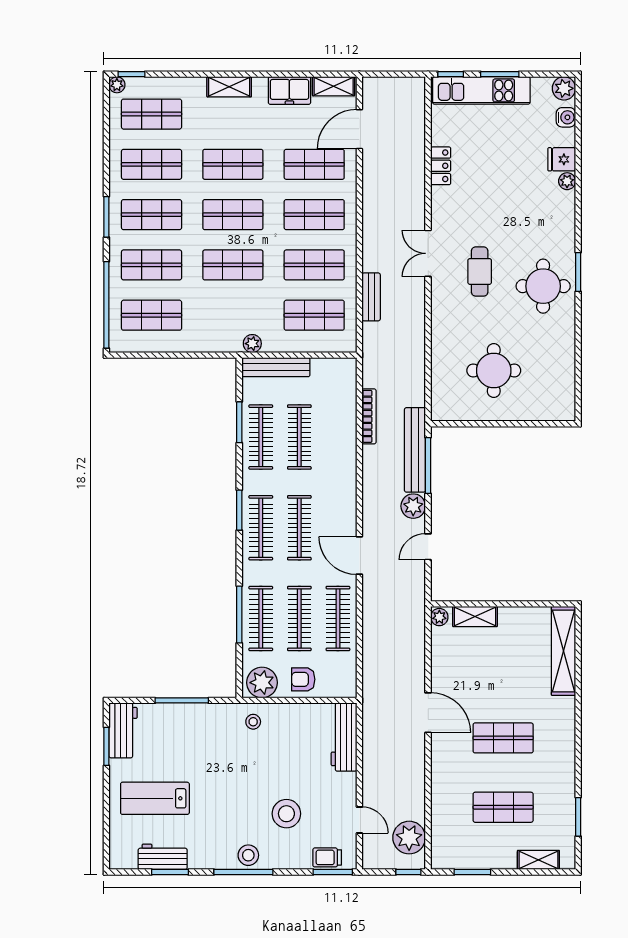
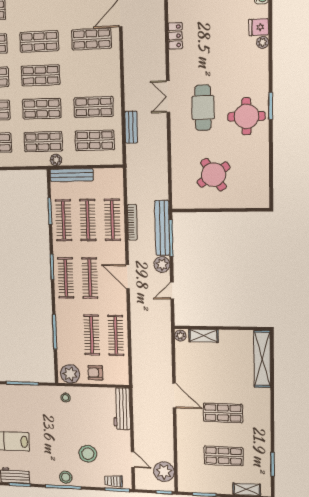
shop shelf: (314, 215) -> (43, 142), moved
cafe table: (480, 271) -> (203, 108), width x1.37, depth x1.35
round table: (494, 371) -> (214, 175), turned -33
bookcase: (369, 416) -> (132, 222), moved
door: (359, 556) -> (128, 277), moved
clothes rail: (261, 618) -> (112, 220), moved

